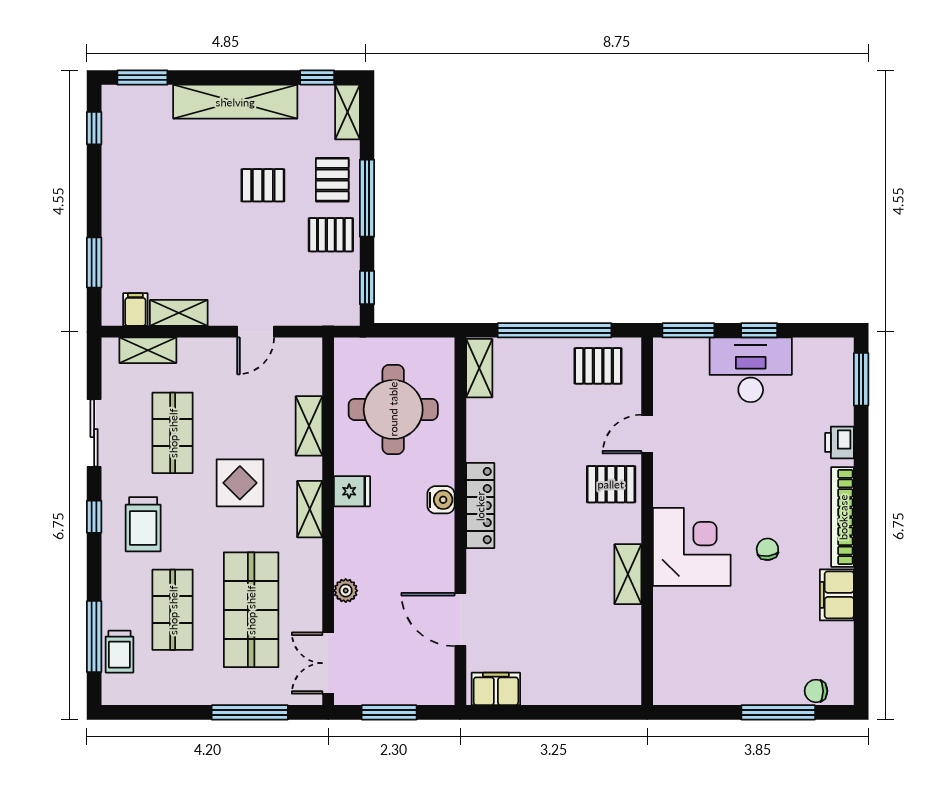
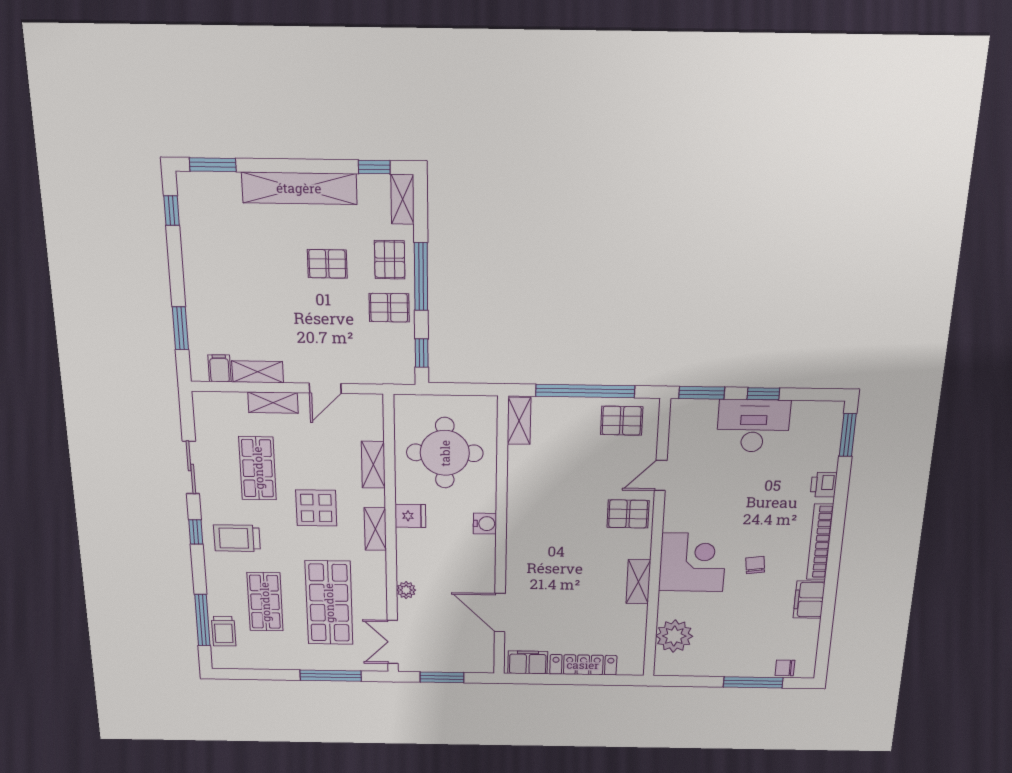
shelving: (148, 350) -> (273, 403), moved
locker: (480, 506) -> (583, 665), moved, turned -90
trolley: (143, 524) -> (237, 538), turned 90
plant: (676, 648) -> (674, 636), added

